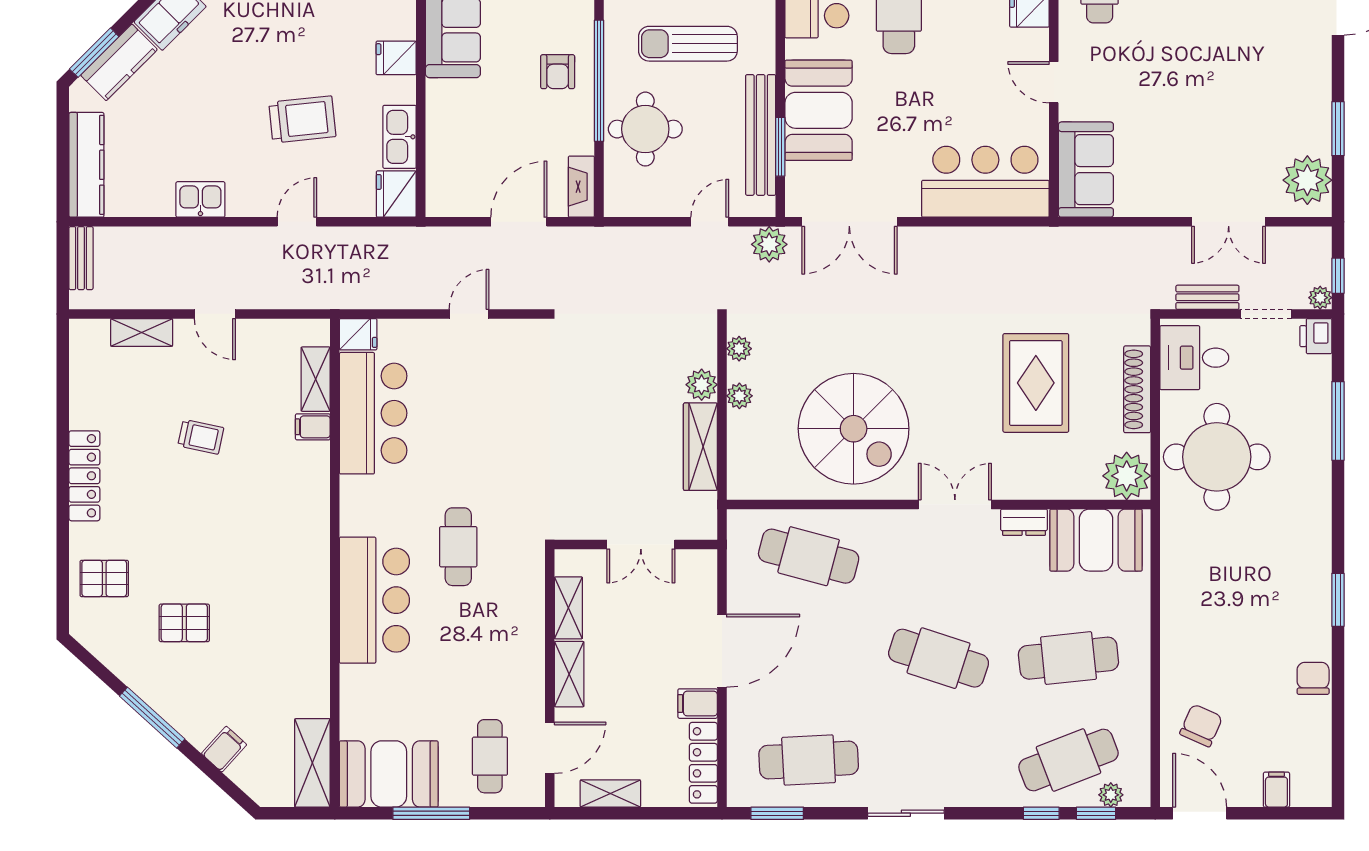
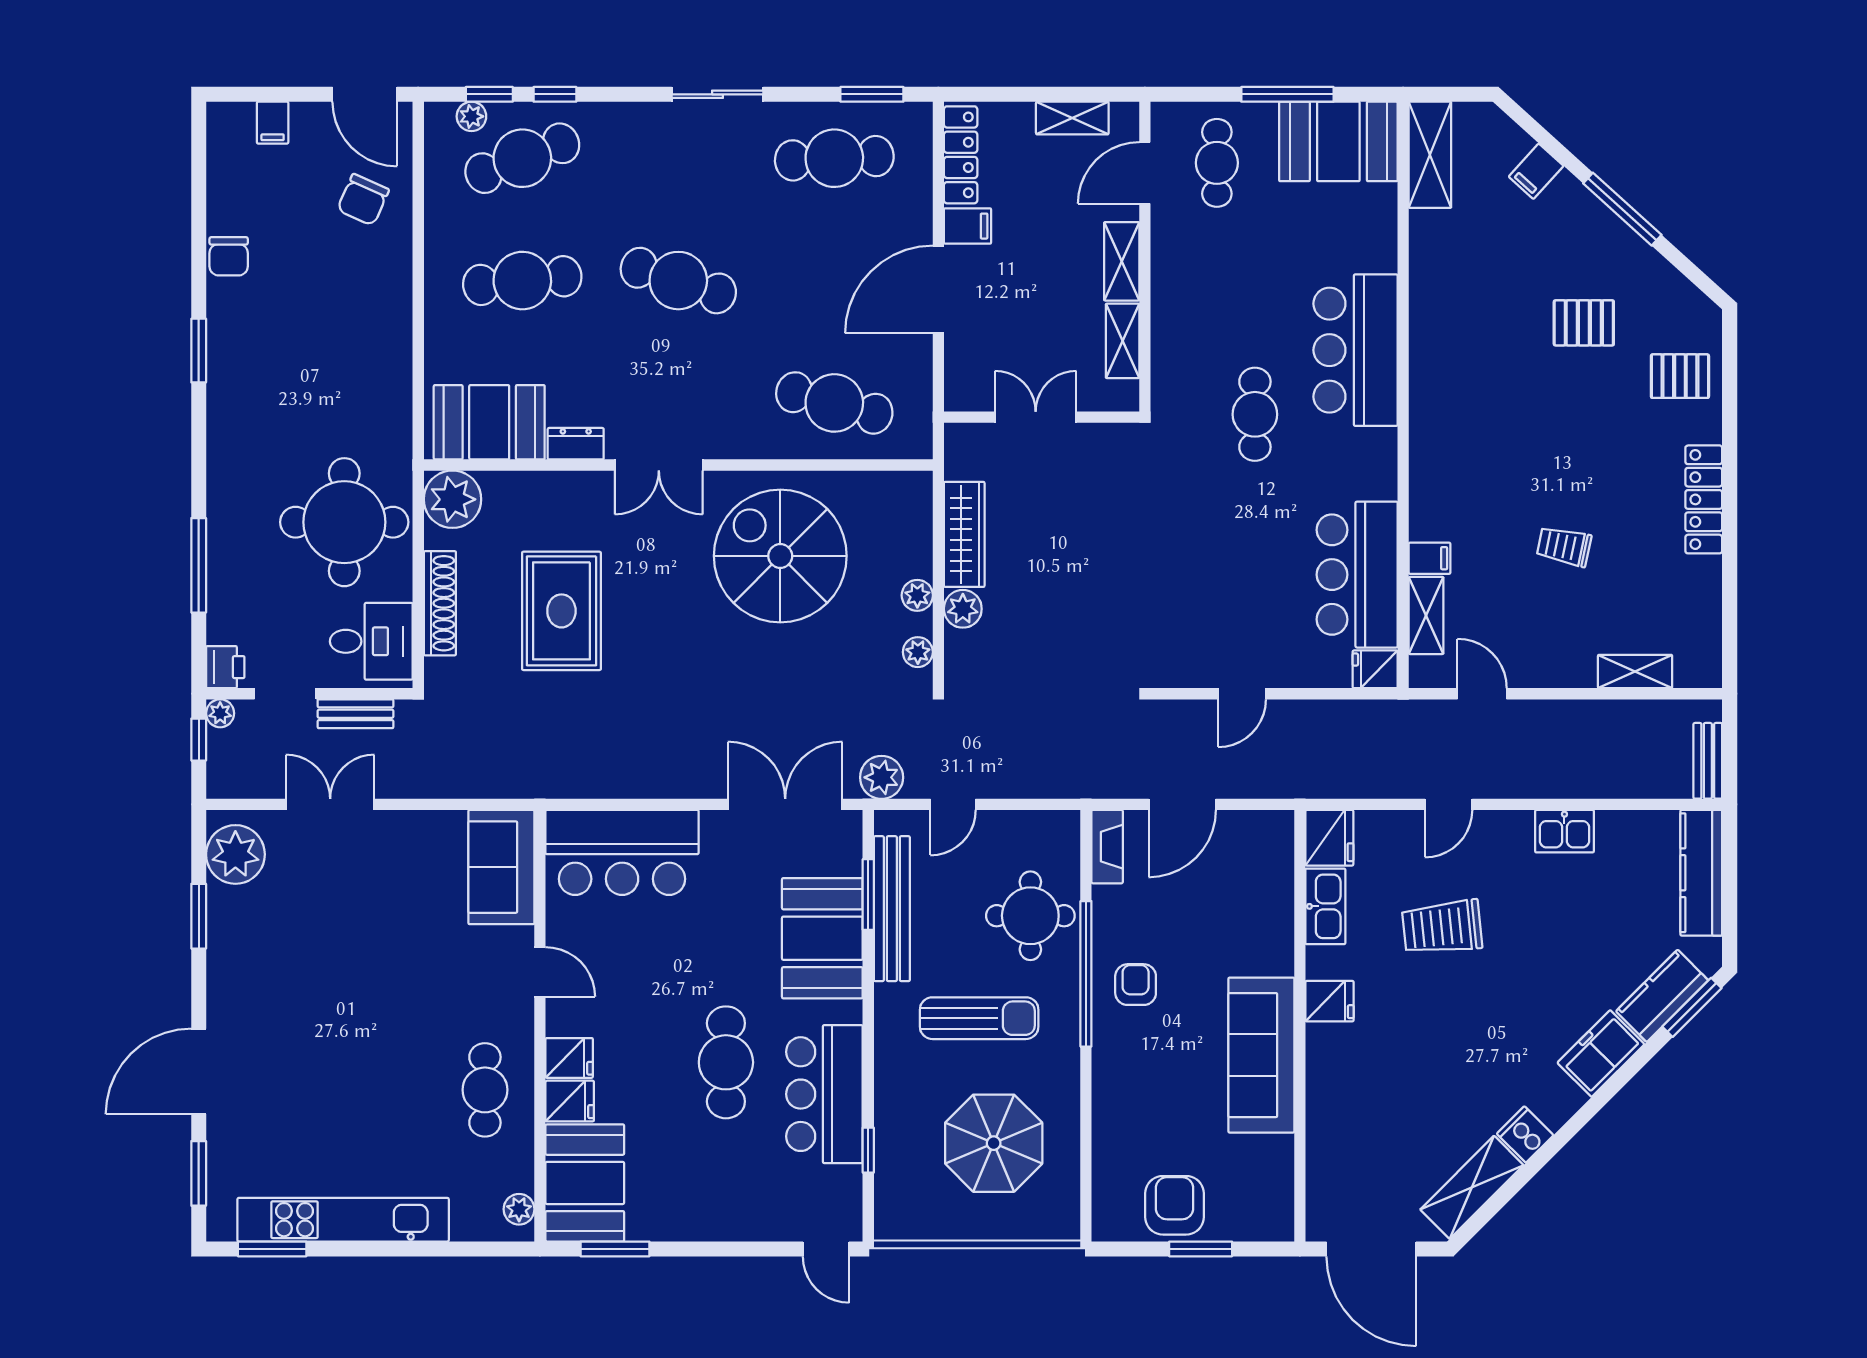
door: (215, 314) -> (1482, 694), moved

